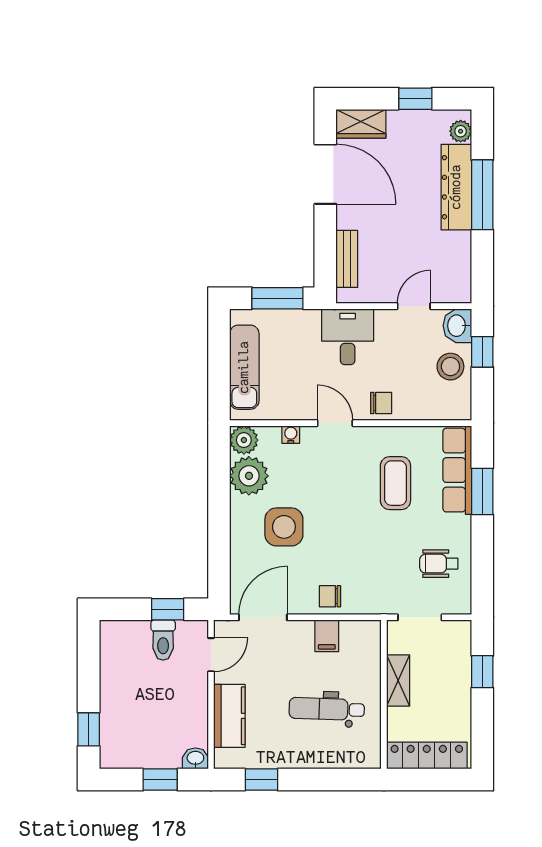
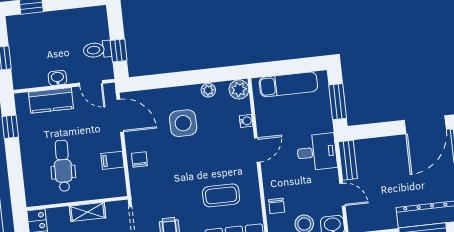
bench: (347, 259) -> (348, 160), moved, turned 90
chair: (381, 403) -> (277, 206), moved
plant: (249, 476) -> (208, 90), width x0.53, depth x0.53
washbasin: (195, 758) -> (57, 78), moved, turned -90

